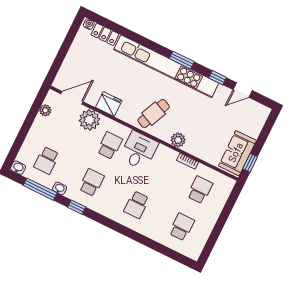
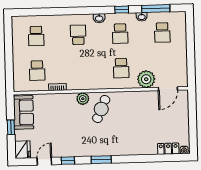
kitchen unit: (166, 66) -> (110, 149), removed
fridge: (109, 104) -> (22, 150), moved, turned -90
plant: (45, 110) -> (183, 69), removed
plant: (178, 140) -> (83, 99), moved
desk: (139, 150) -> (98, 76), removed
school desk: (46, 160) -> (162, 32), turned 180
window: (250, 163) -> (11, 127), moved
washbasin: (18, 168) -> (99, 18), moved

